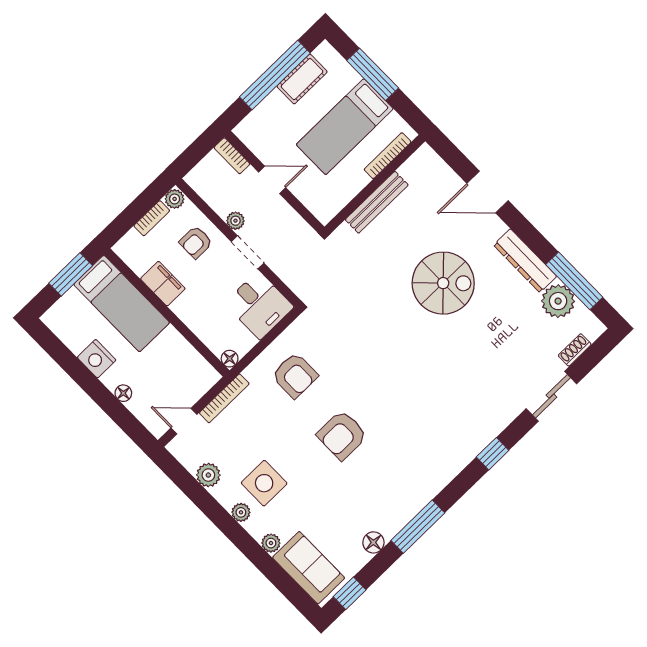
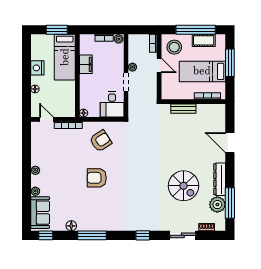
stool: (268, 131) -> (174, 47), added
bench: (377, 202) -> (183, 109), width x0.73
armchair: (196, 242) -> (111, 61), removed
spiral stairs: (443, 283) -> (183, 186), moved
armchair: (295, 375) -> (101, 141), turned -123
plant: (208, 475) -> (37, 146), removed
side table: (264, 483) -> (53, 168), removed

